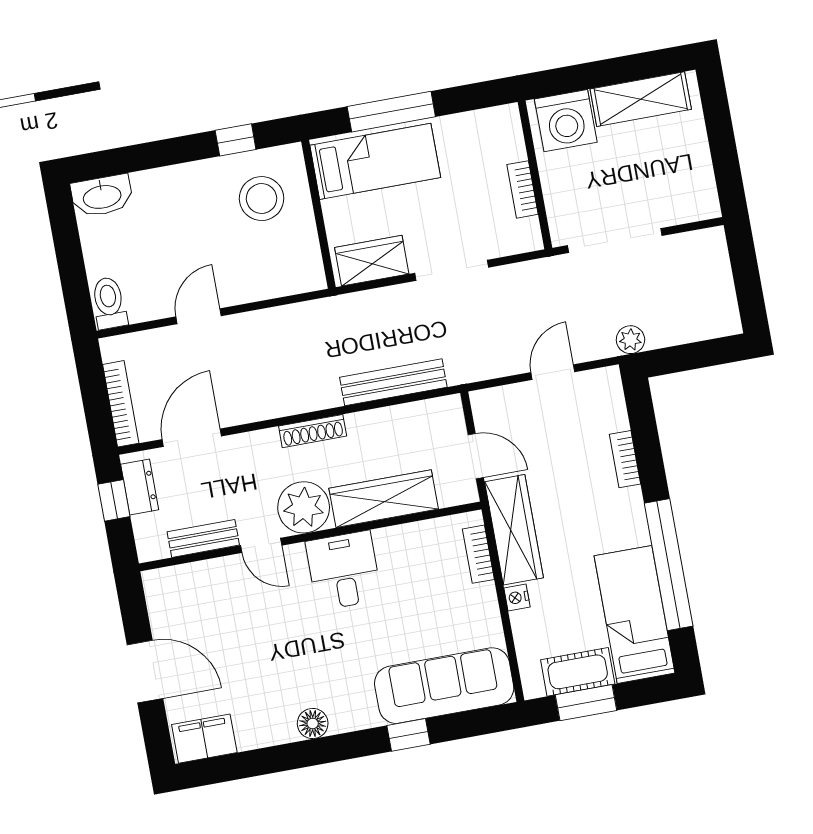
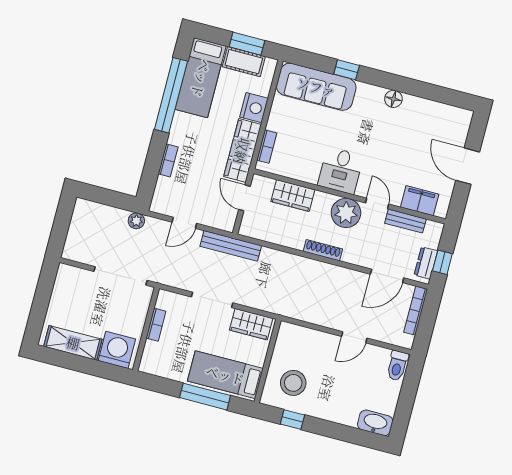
bench: (393, 382) -> (231, 246), moved
wardrobe: (384, 499) -> (293, 196), width x0.67
nightstand: (517, 597) -> (254, 108), width x1.89, depth x1.79
filing cabinet: (204, 739) -> (420, 201), moved, turned 180

